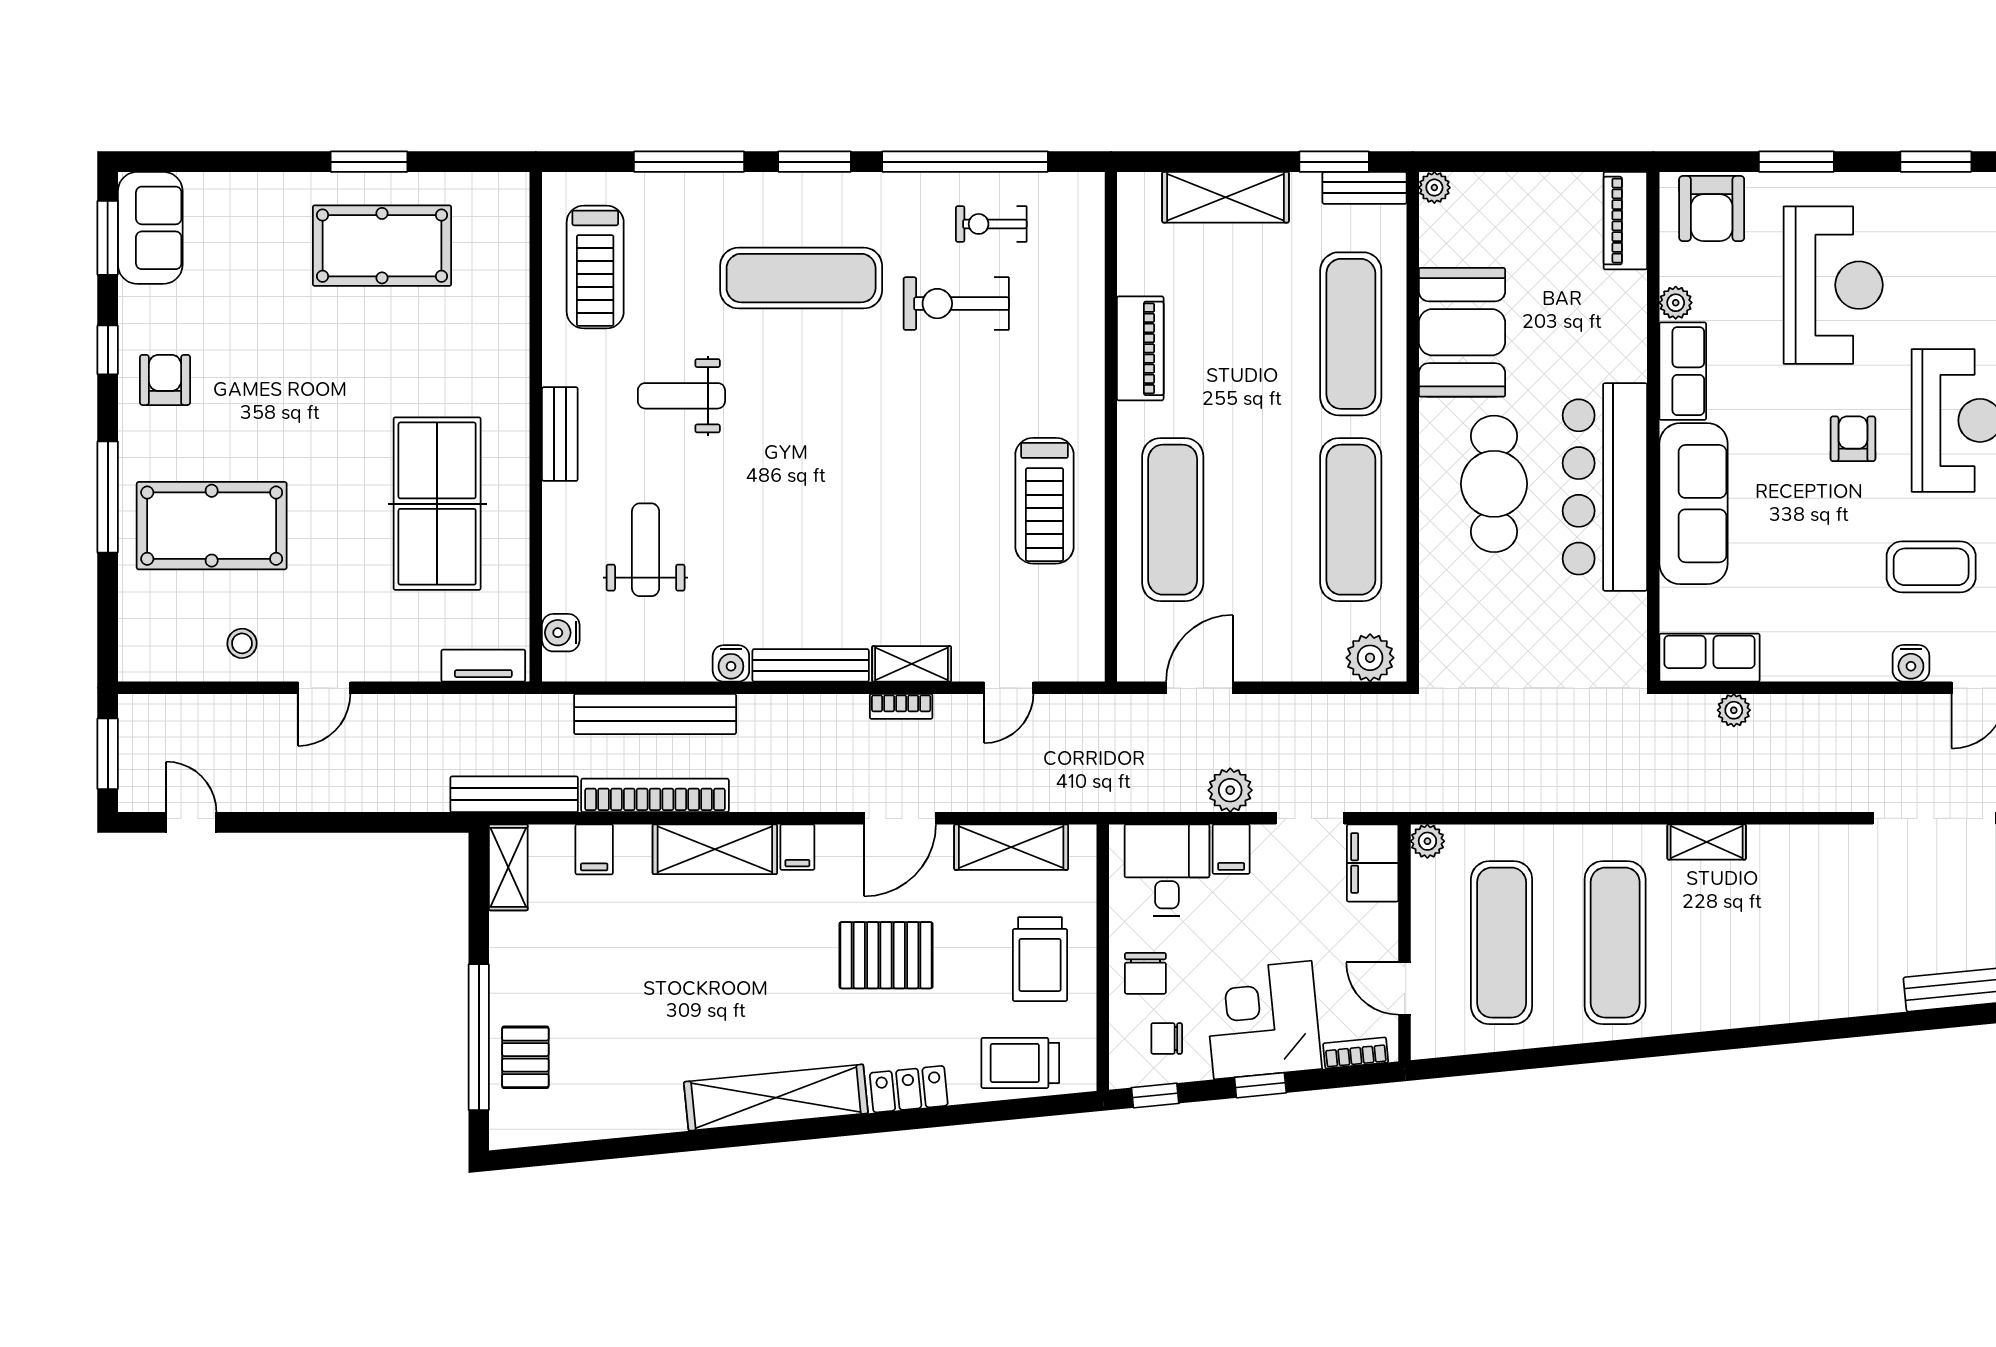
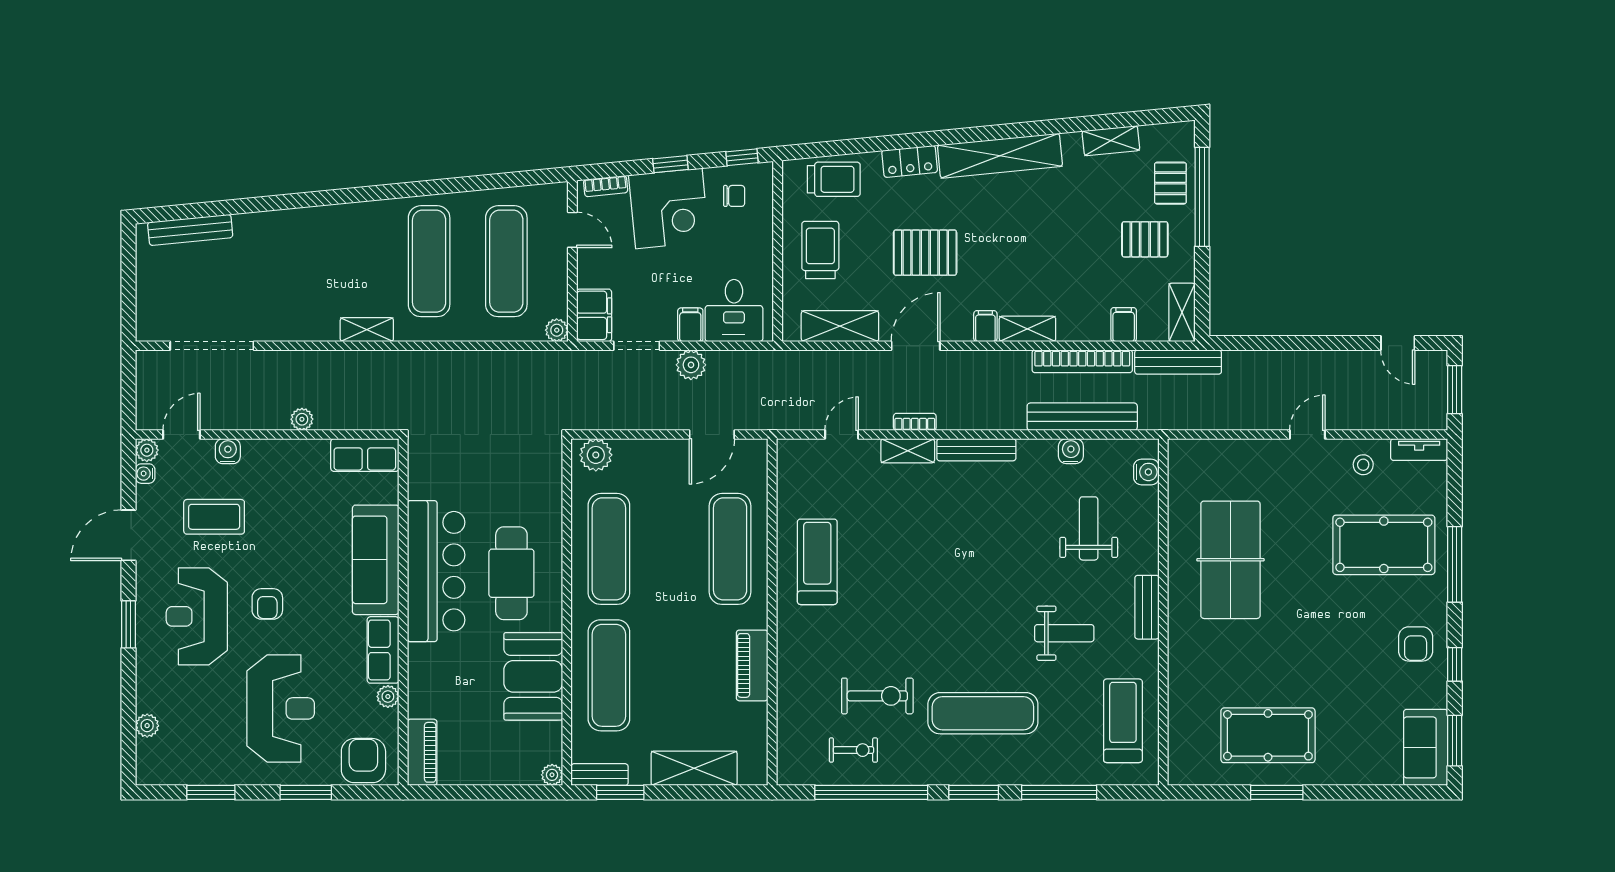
reception desk: (1833, 285) -> (281, 708), turned 180
weight bench: (646, 550) -> (1089, 528), turned 180
water cooler: (731, 663) -> (1071, 451), moved
tv unit: (483, 666) -> (1419, 450), moved
plant: (1734, 710) -> (302, 419), moved
shelving: (715, 849) -> (1027, 329), width x0.67, depth x0.75
chair: (1145, 973) -> (749, 240), removed
pallet: (563, 975) -> (1145, 239), added
shelving: (613, 1120) -> (1111, 141), added

